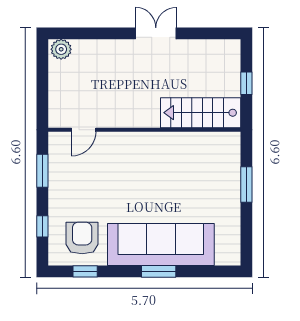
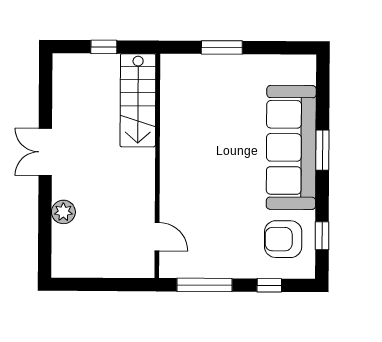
plant: (61, 49) -> (63, 212), moved
window: (42, 171) -> (205, 285), width x1.44

